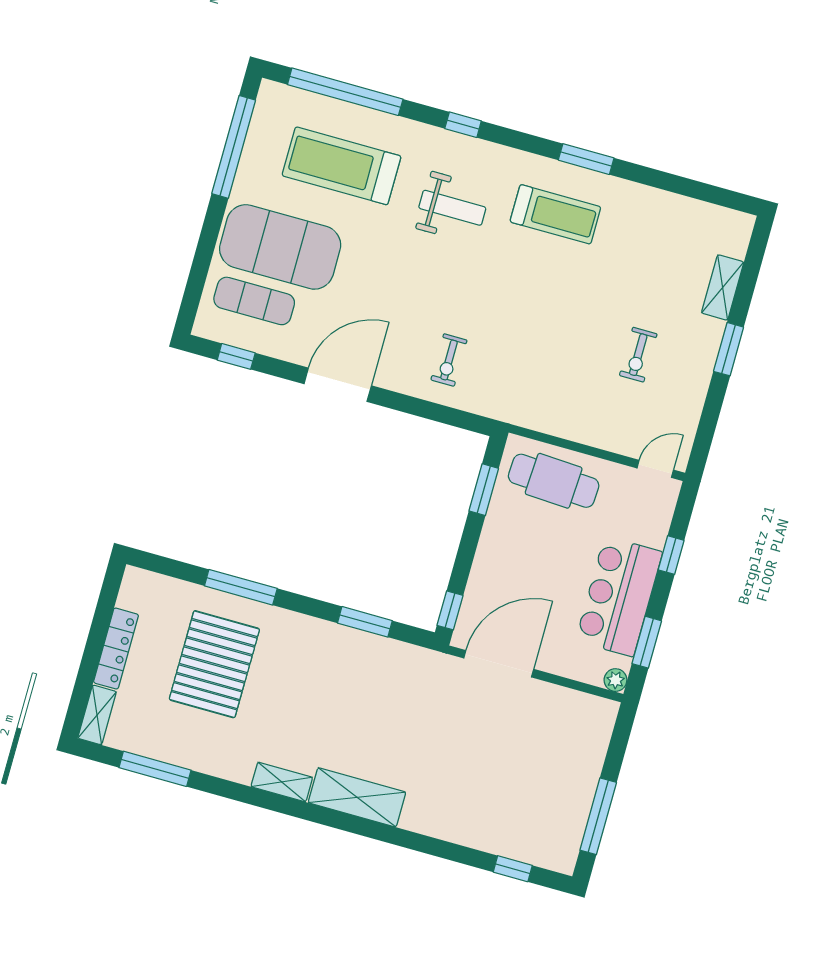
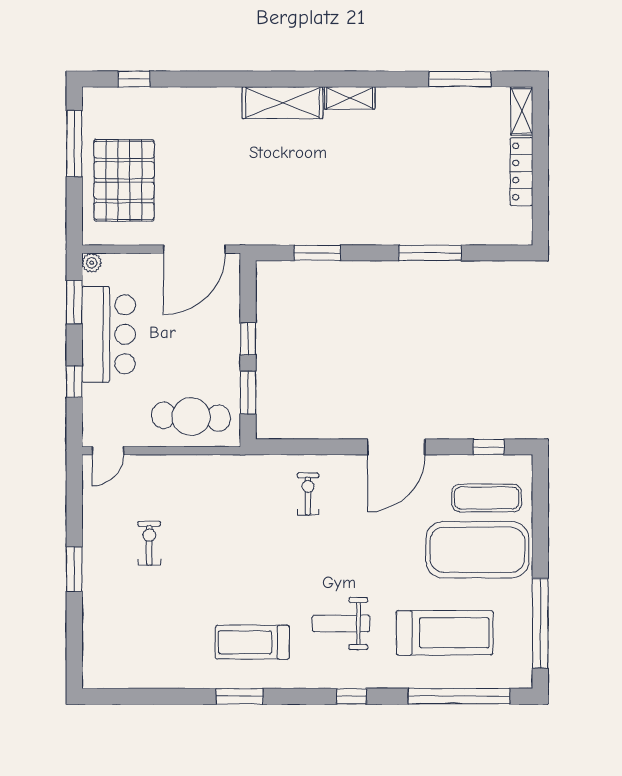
shelving: (723, 287) -> (94, 620), removed
window: (450, 610) -> (248, 339), moved
pallet: (214, 664) -> (124, 180), moved

